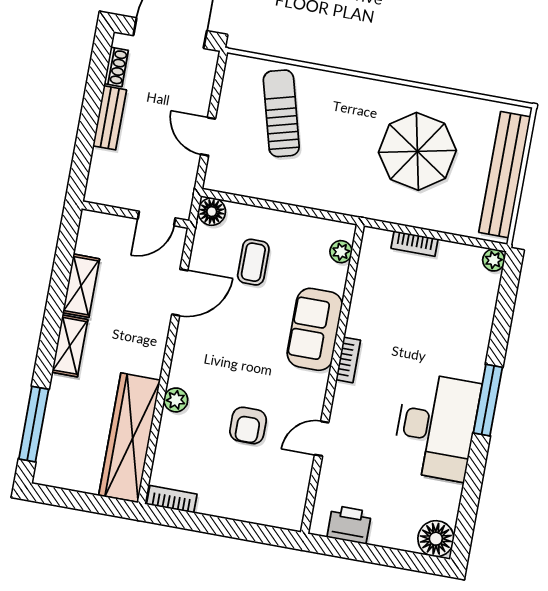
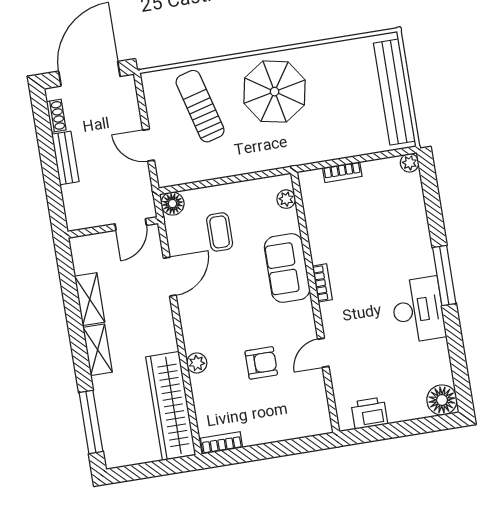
parasol: (417, 151) -> (275, 92), moved
armchair: (248, 425) -> (261, 363), turned -90
desk: (436, 427) -> (418, 310), width x0.73, depth x0.77

